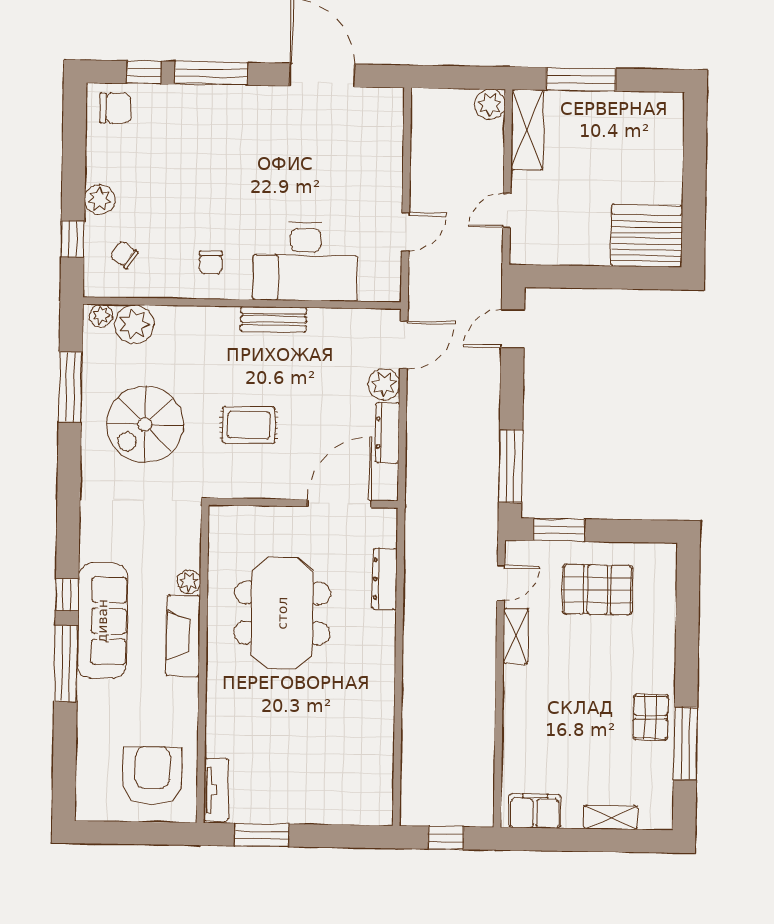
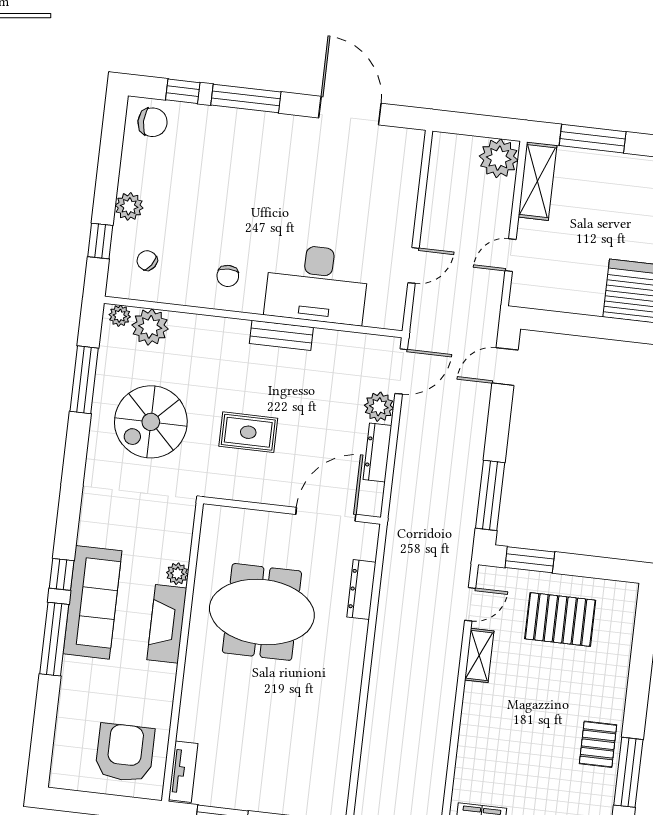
plant: (490, 104) -> (499, 158), width x1.36, depth x1.36
meeting table: (282, 613) -> (262, 612), turned 90

